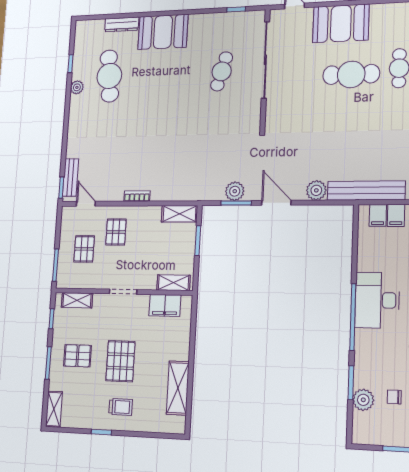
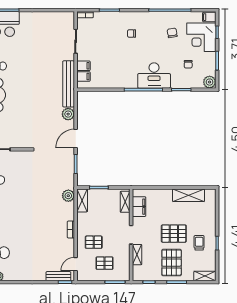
plant: (235, 191) -> (68, 196), moved
shelving: (77, 300) -> (137, 255), moved
desk: (377, 300) -> (154, 75), moved
pallet: (77, 356) -> (172, 263), width x1.50, depth x1.42
plant: (363, 400) -> (210, 82), moved
trolley: (121, 407) -> (199, 243), moved

